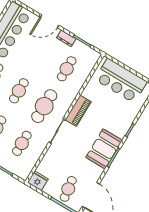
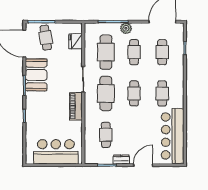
cafe table: (22, 143) -> (106, 52), width x1.37, depth x1.35
booth: (104, 149) -> (36, 75), moved
fridge: (38, 181) -> (76, 41), moved, turned 90

